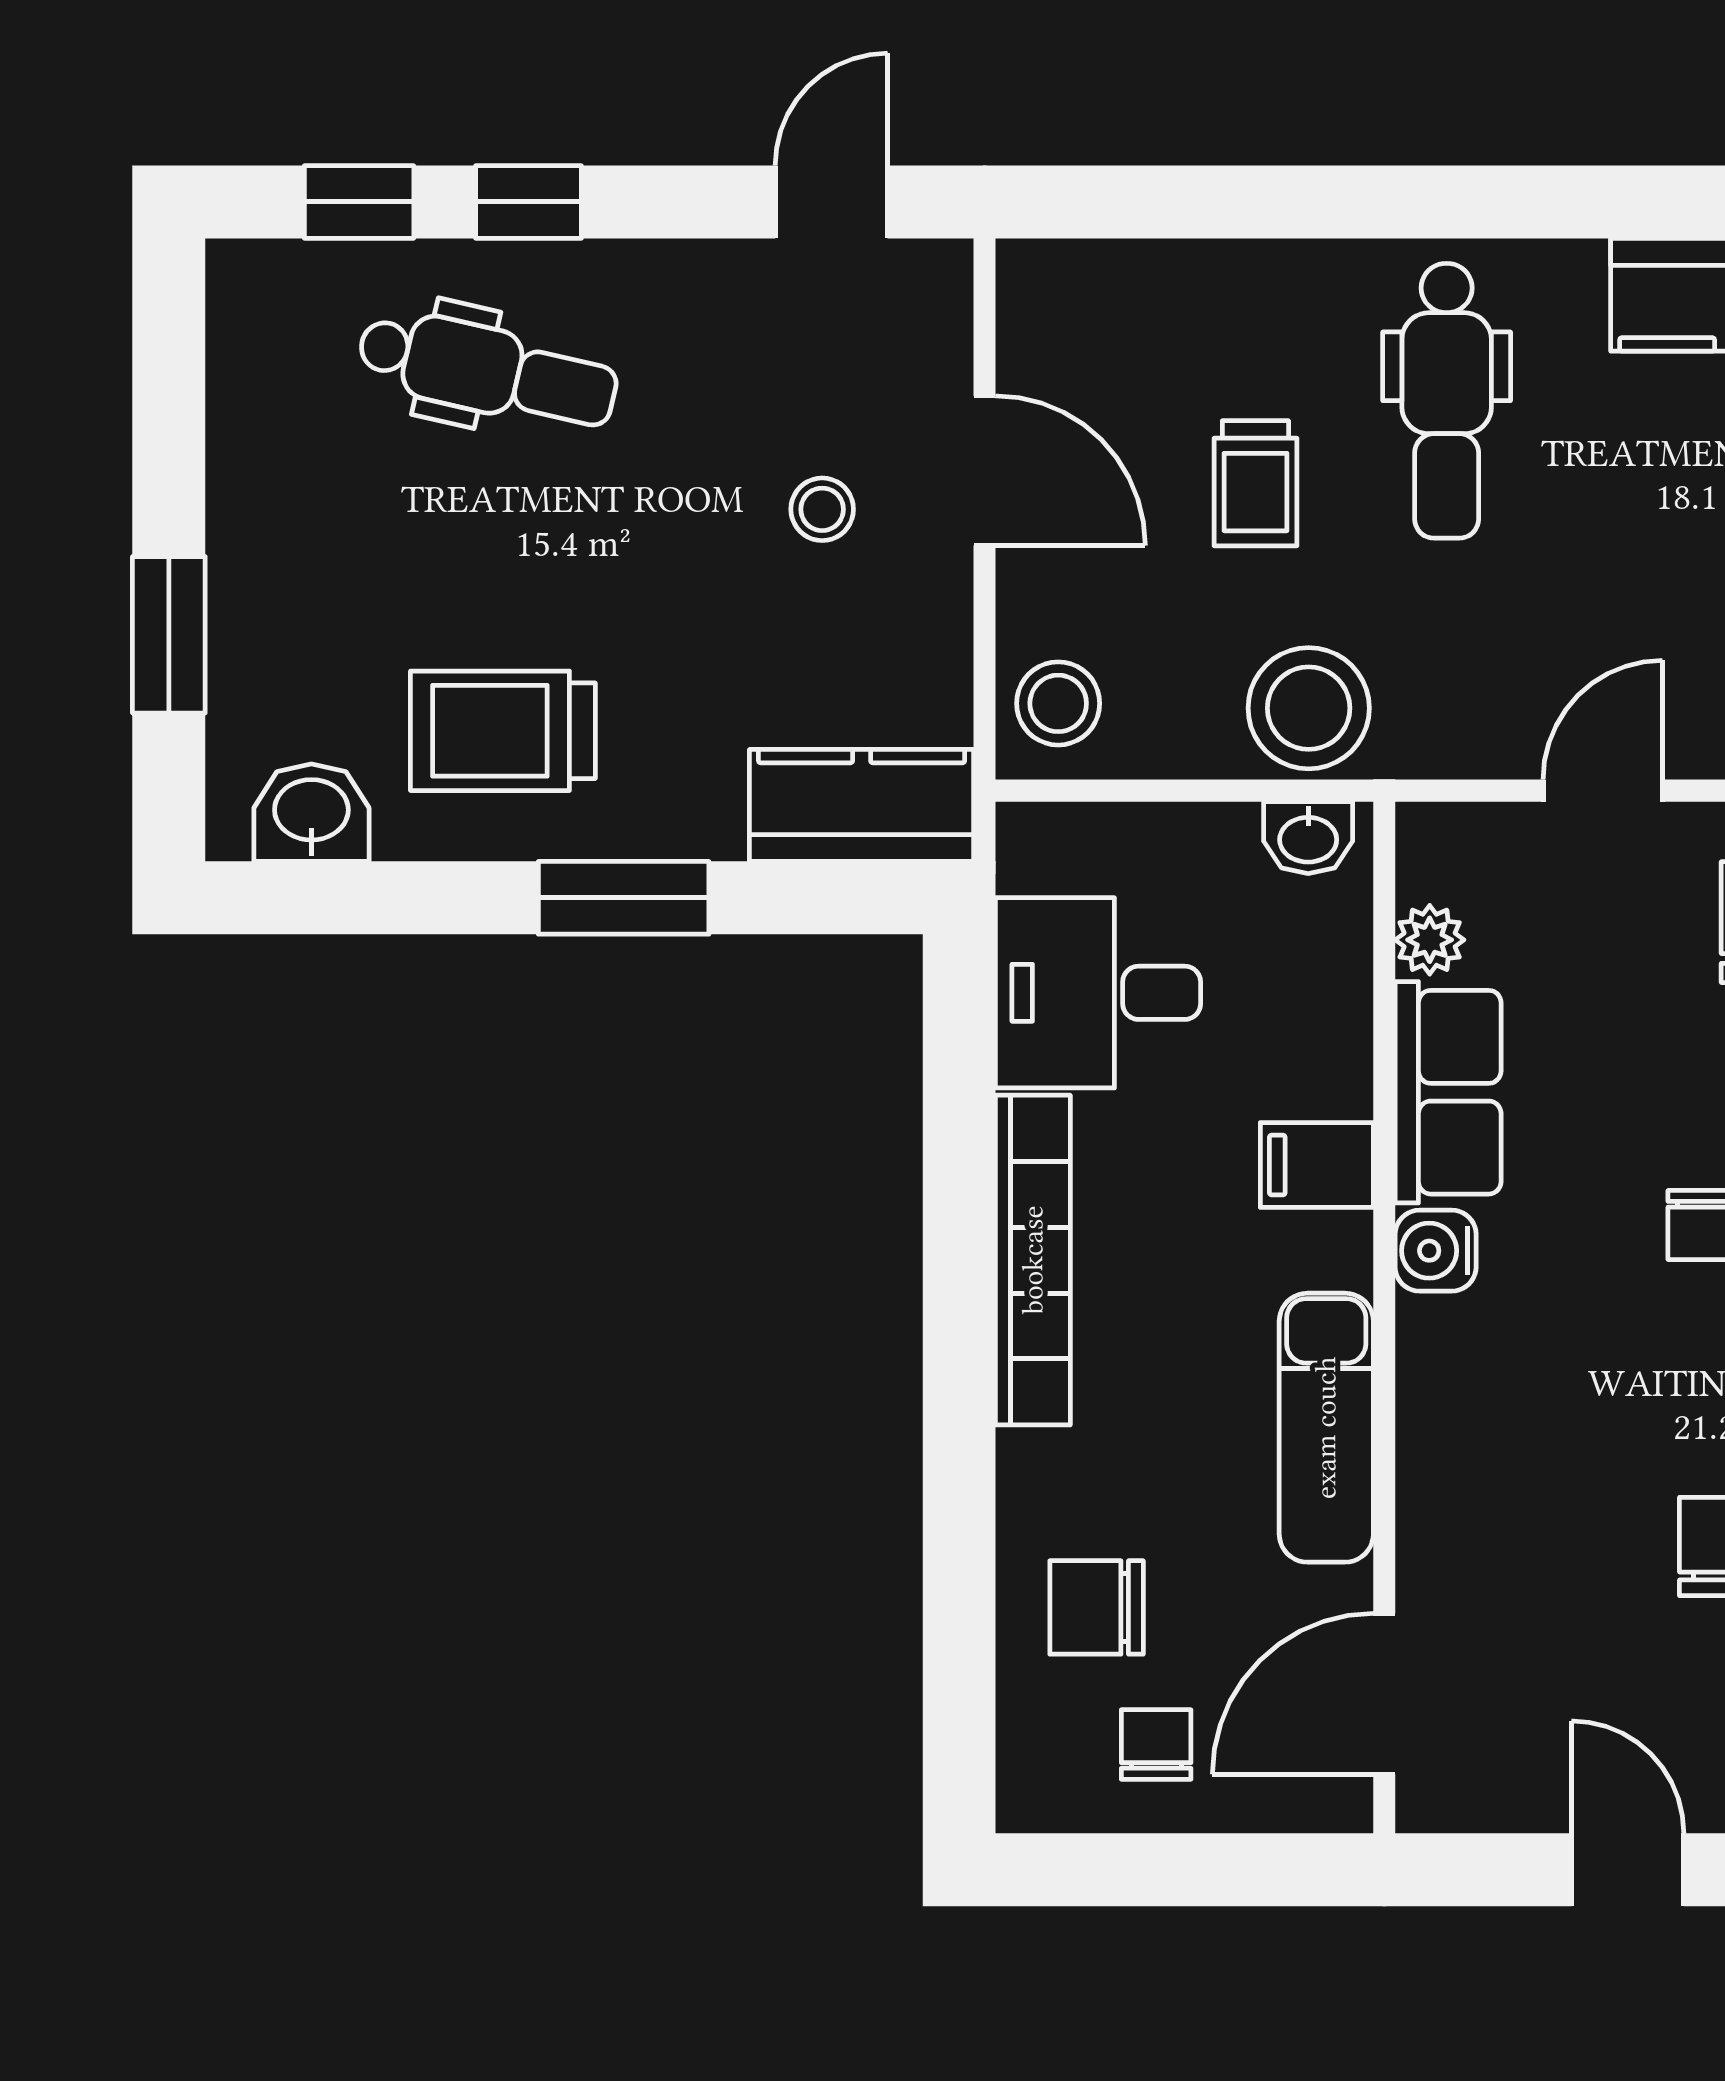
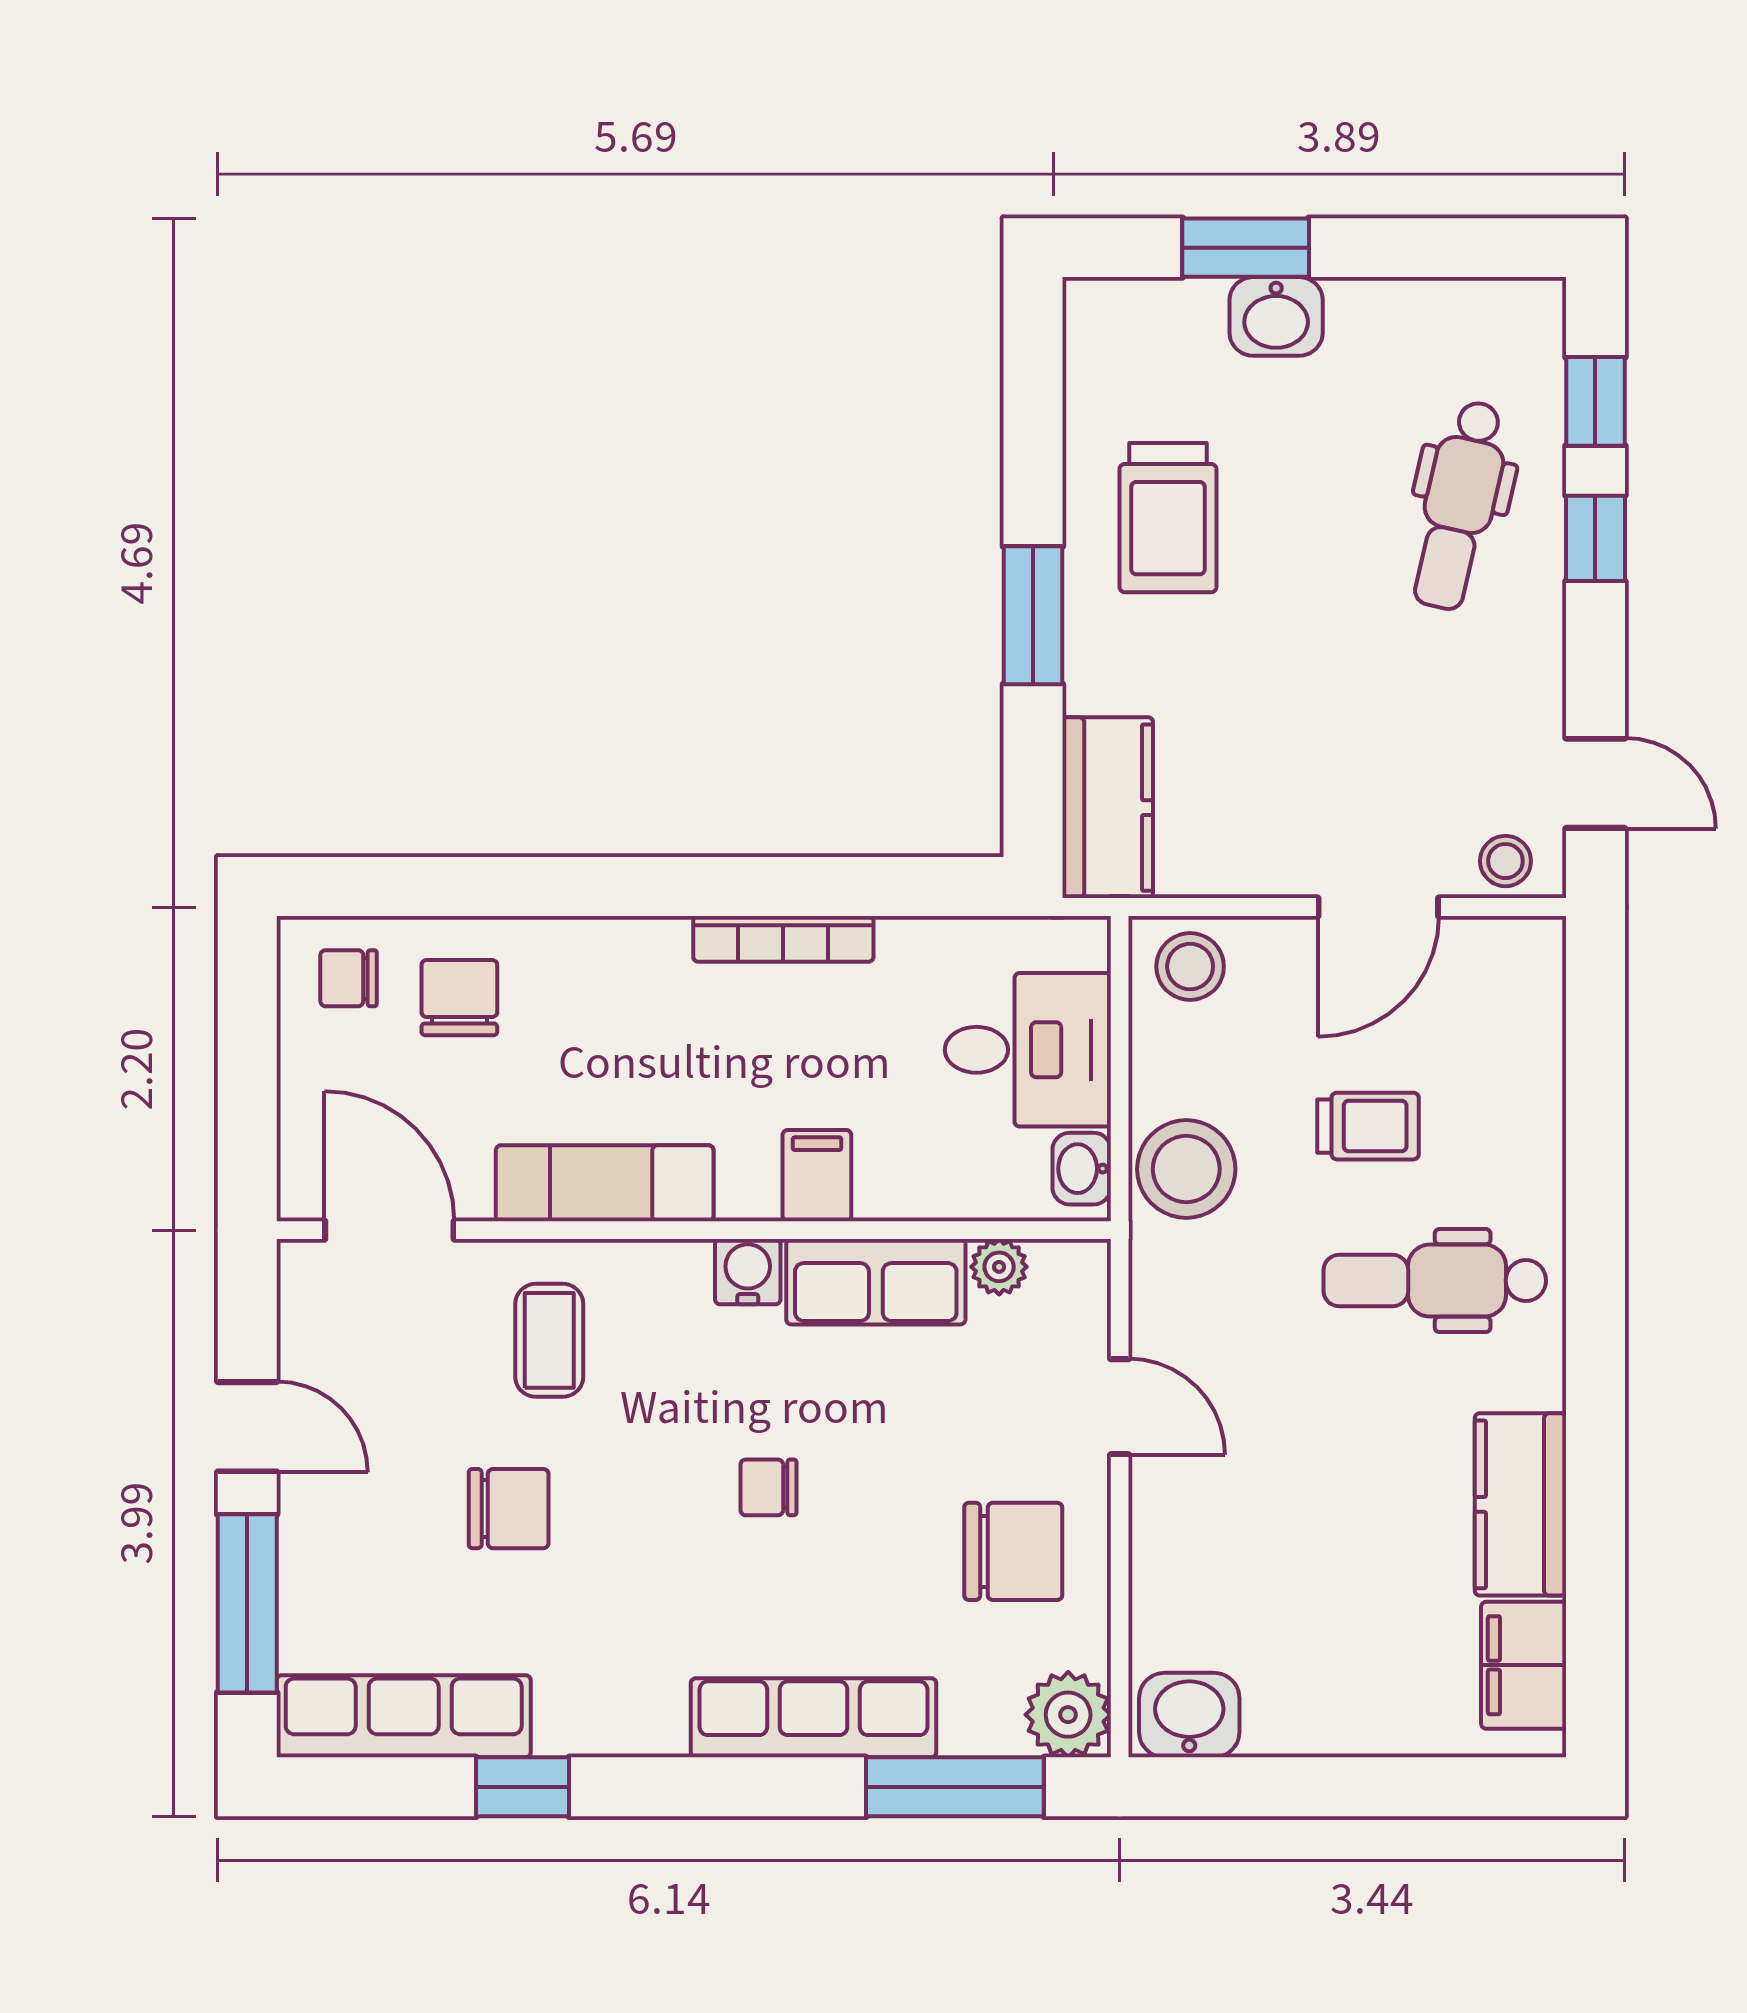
trolley: (1255, 483) -> (1368, 1126), turned 180
stool: (822, 509) -> (1505, 861), moved
trolley: (503, 731) -> (1168, 518), turned 180
washbasin: (311, 813) -> (1276, 316), moved, turned 90
desk: (1098, 993) -> (1028, 1050), moved, turned 90
bookcase: (1033, 1260) -> (783, 939), width x0.68, depth x0.76
coffee table: (1521, 1496) -> (549, 1340), added
chair: (1156, 1745) -> (349, 978), moved, turned 180
door: (1628, 1870) -> (247, 1427), hinge flipped

